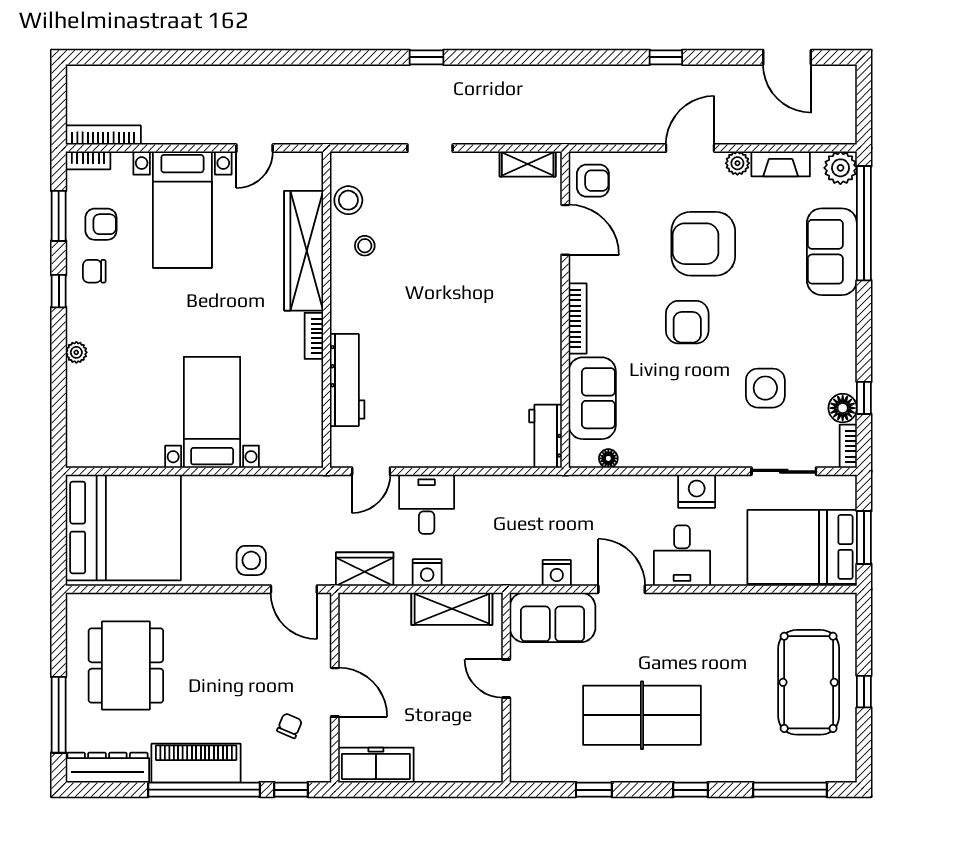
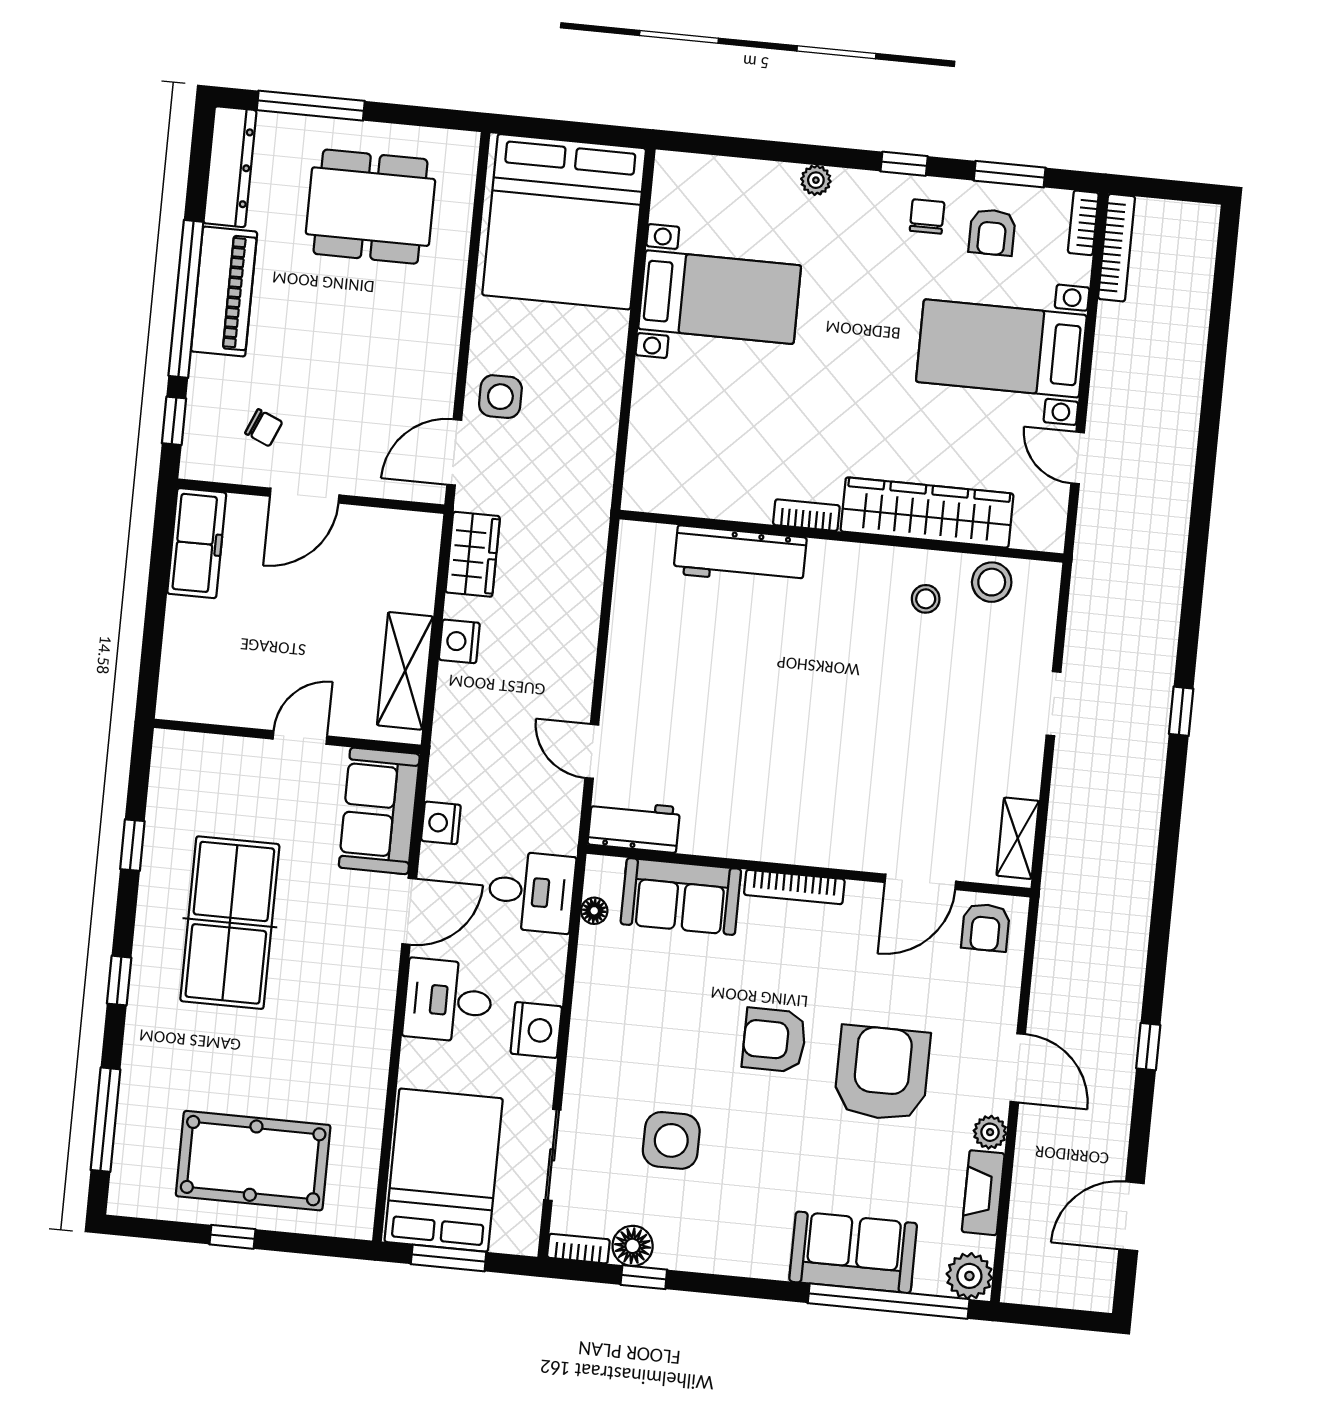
bed with nightstands: (212, 412) -> (720, 297), moved
door: (371, 471) -> (592, 751), moved
desk: (427, 504) -> (531, 892), moved

